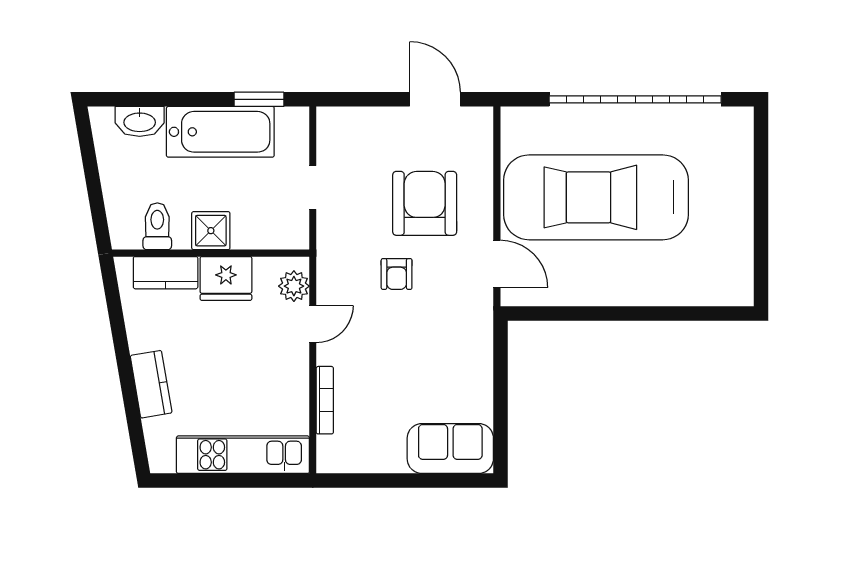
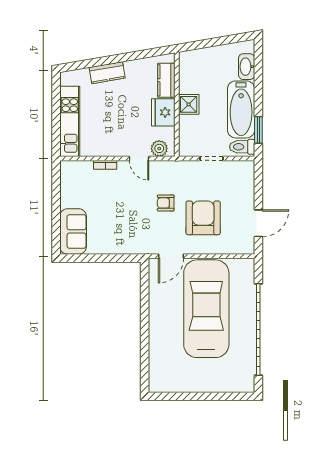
armchair: (425, 203) -> (203, 218), turned -90
toilet: (157, 226) -> (242, 147), moved, turned 180
bookcase: (325, 400) -> (105, 165), width x0.64

